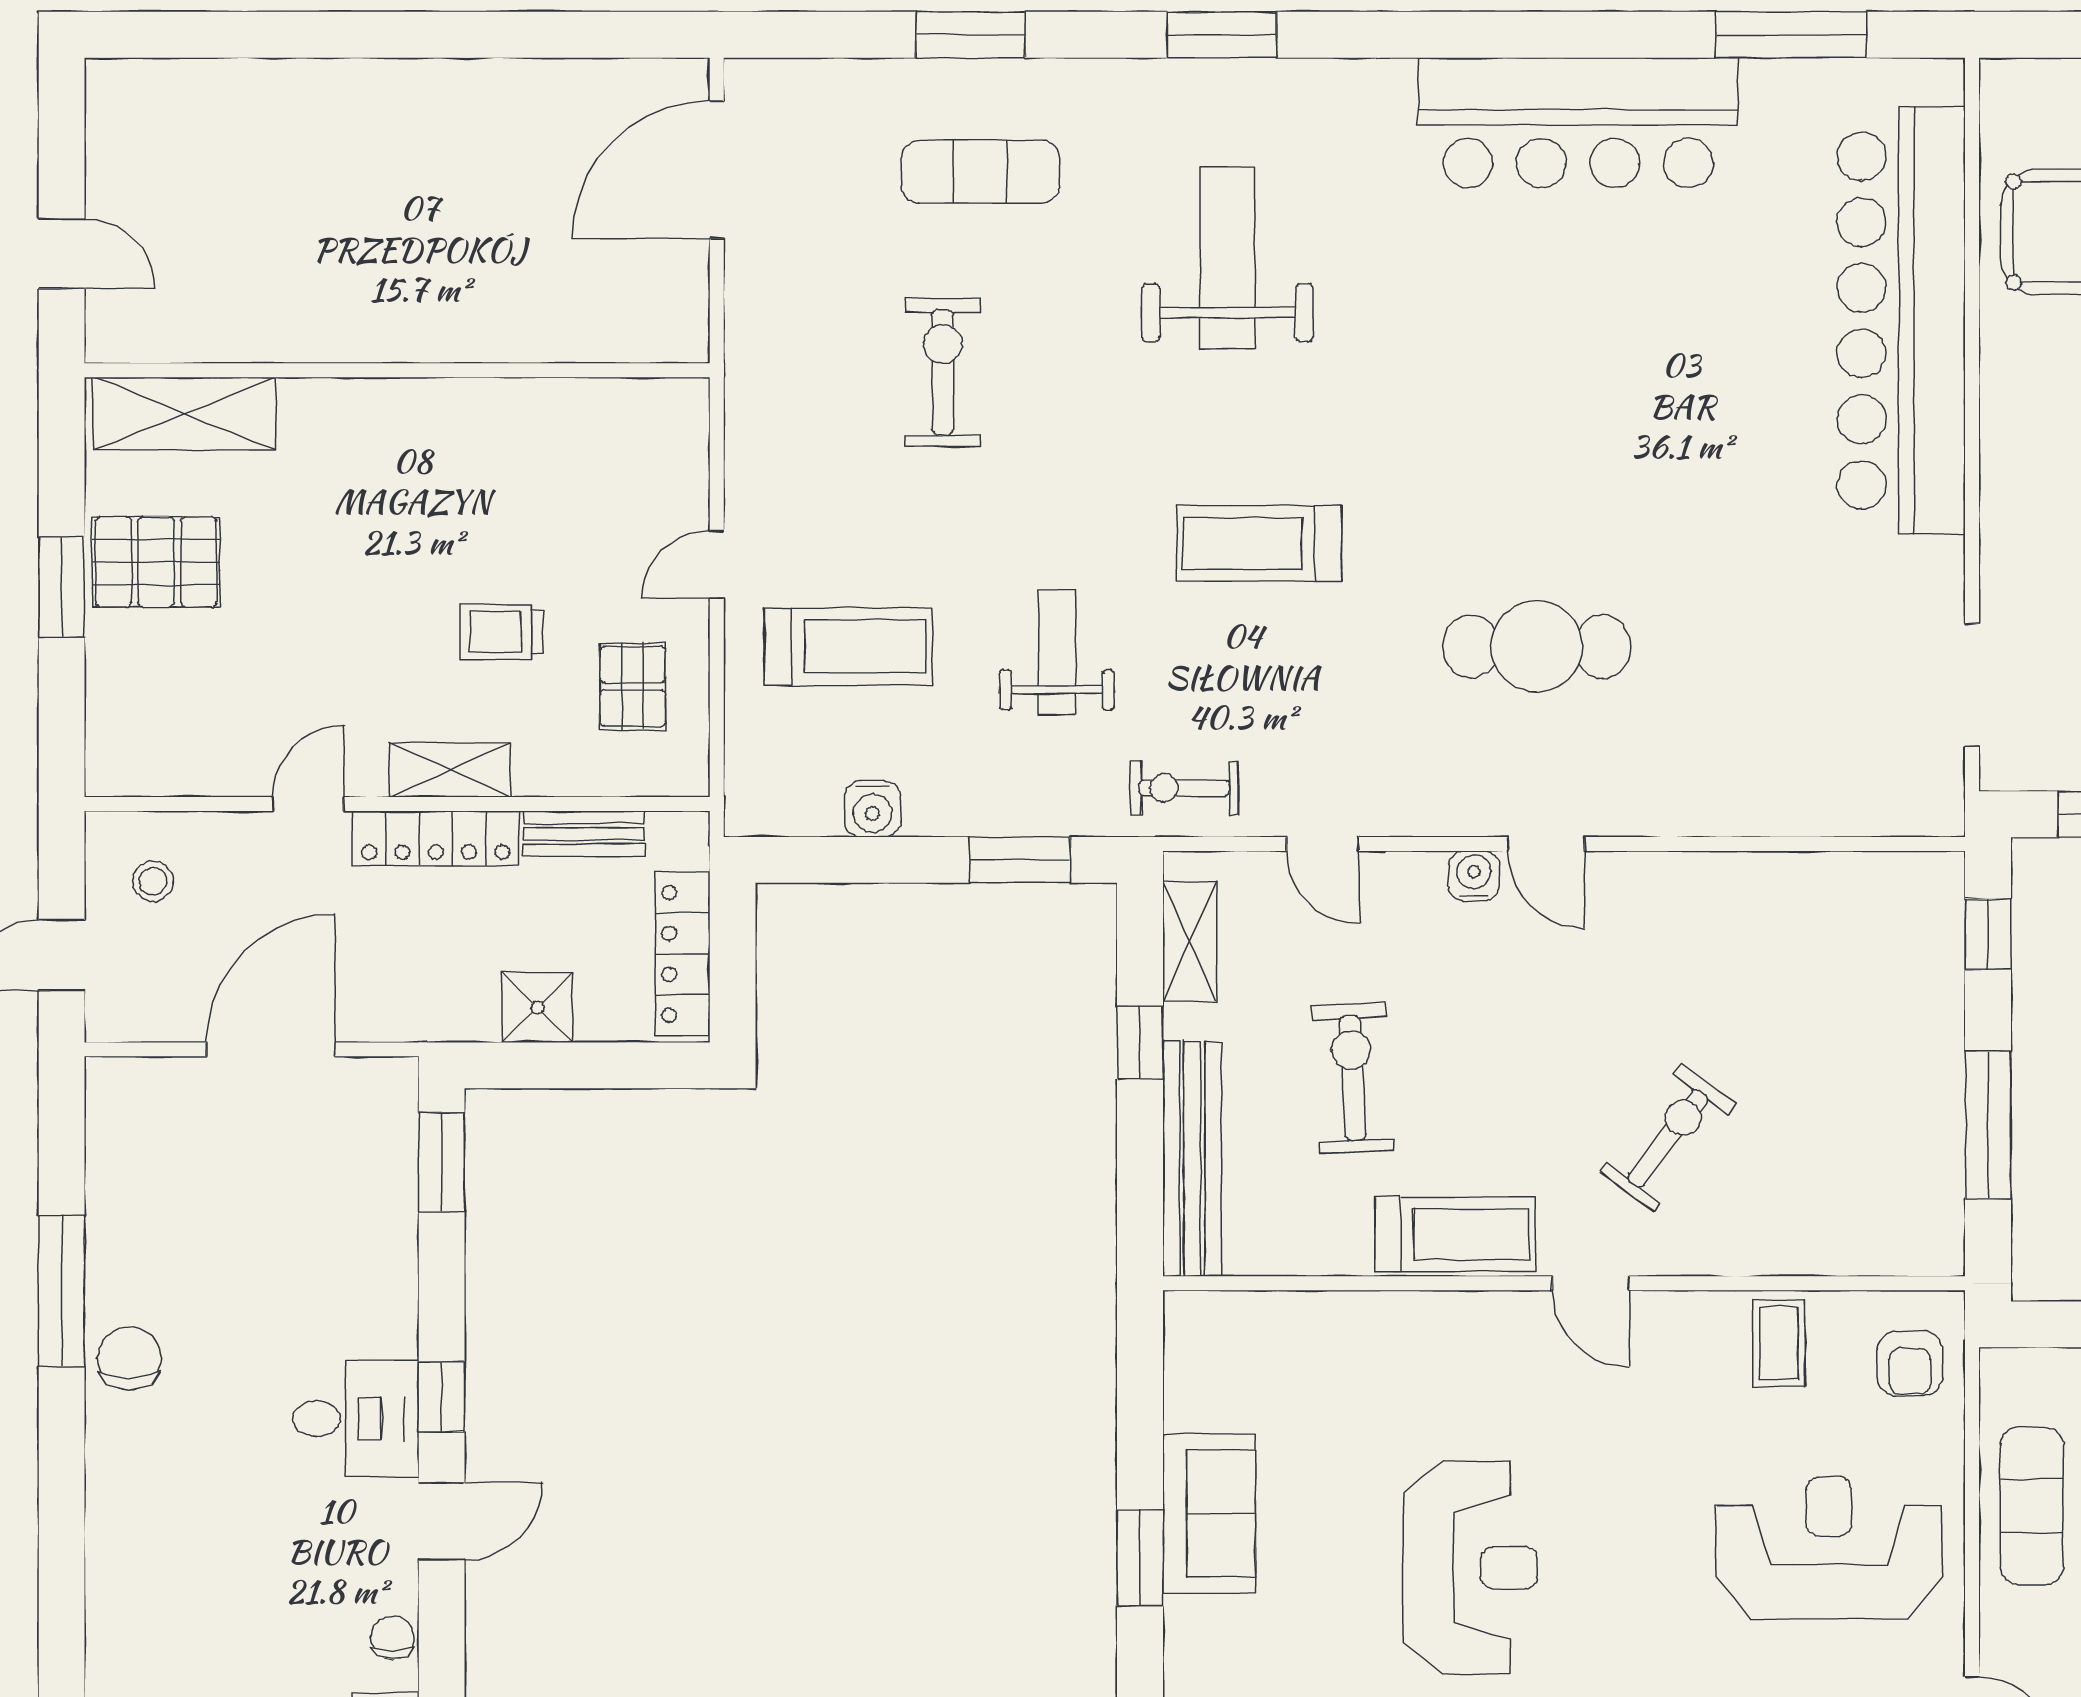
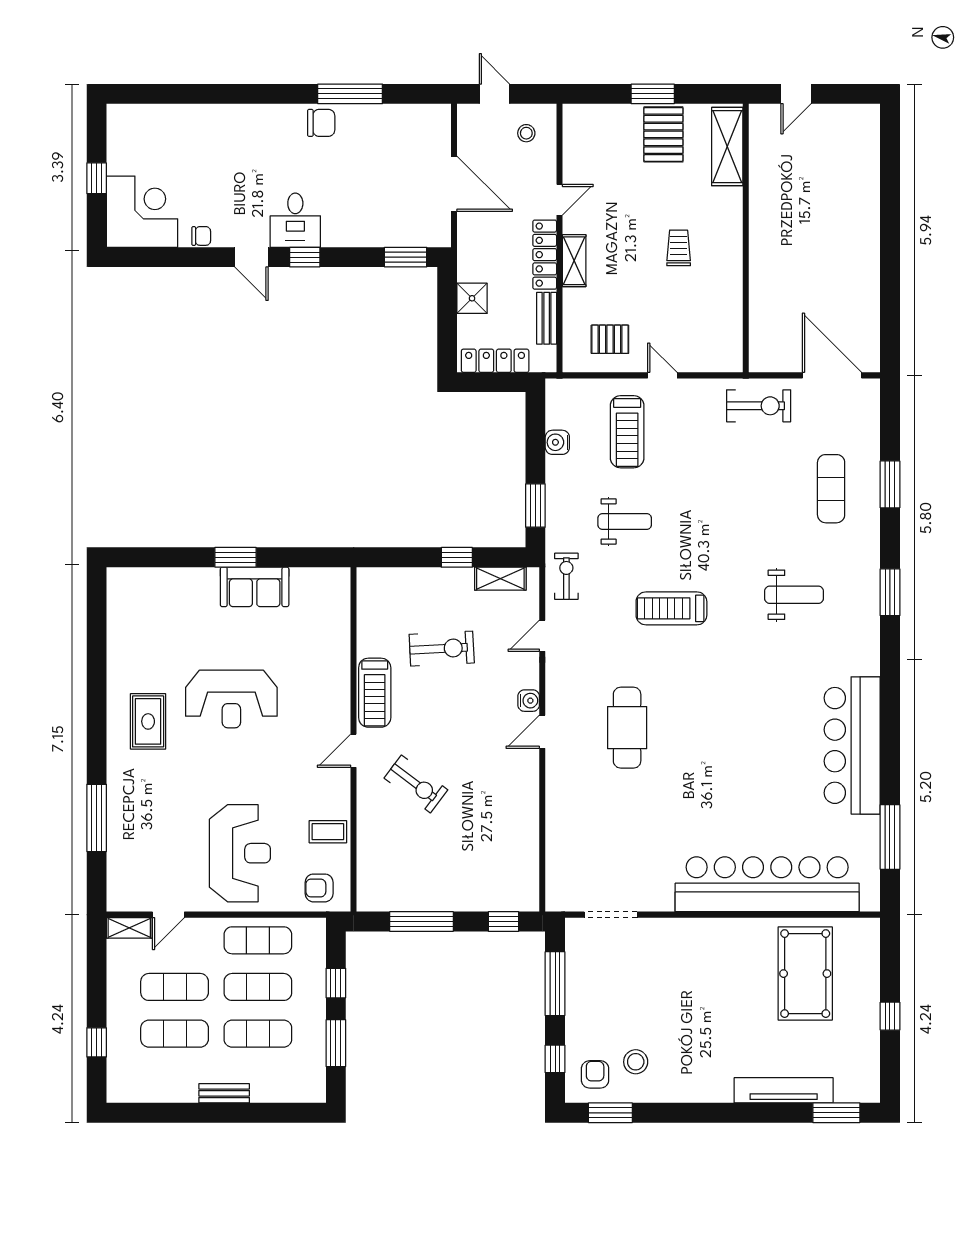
weight bench: (1227, 258) -> (794, 595), width x0.73, depth x0.75
exercise bike: (943, 372) -> (759, 406), moved
treadmill: (1259, 543) -> (671, 608), turned -90
trolley: (501, 632) -> (679, 248), moved
door: (308, 804) -> (559, 200), hinge flipped
bench: (1192, 1159) -> (407, 580), removed

